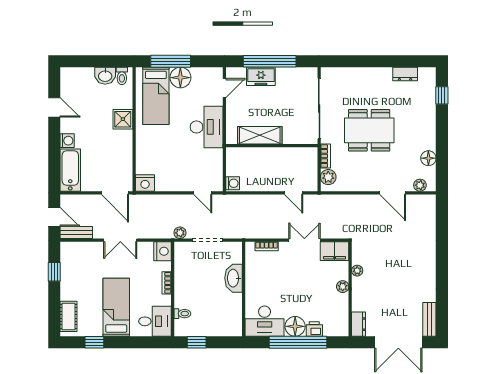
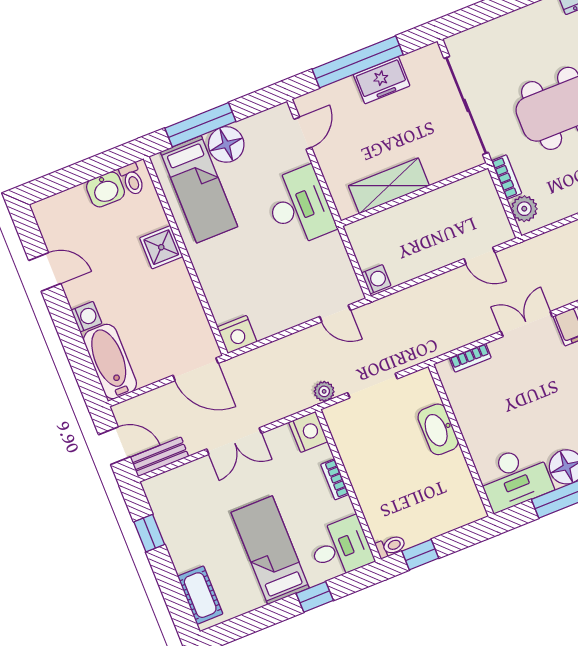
freezer: (261, 76) -> (382, 80), moved
toilet: (182, 314) -> (391, 546), moved
window: (94, 342) -> (315, 597), moved

